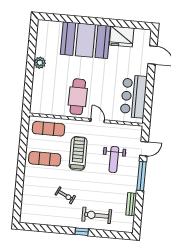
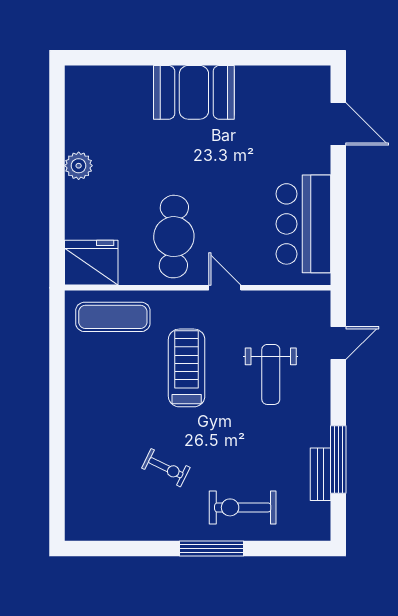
fridge: (122, 37) -> (91, 263), moved, turned 180
booth: (85, 40) -> (194, 92), width x0.73, depth x0.70
exercise mat: (45, 159) -> (110, 387), removed
window: (141, 176) -> (338, 460), moved
window: (82, 232) -> (211, 548), width x2.17

